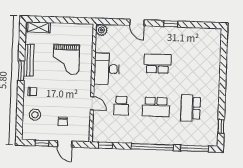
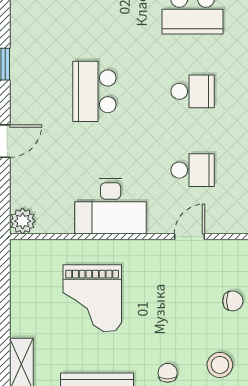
grand piano: (66, 59) -> (92, 298), turned 90
school desk: (156, 107) -> (193, 91), width x0.54

